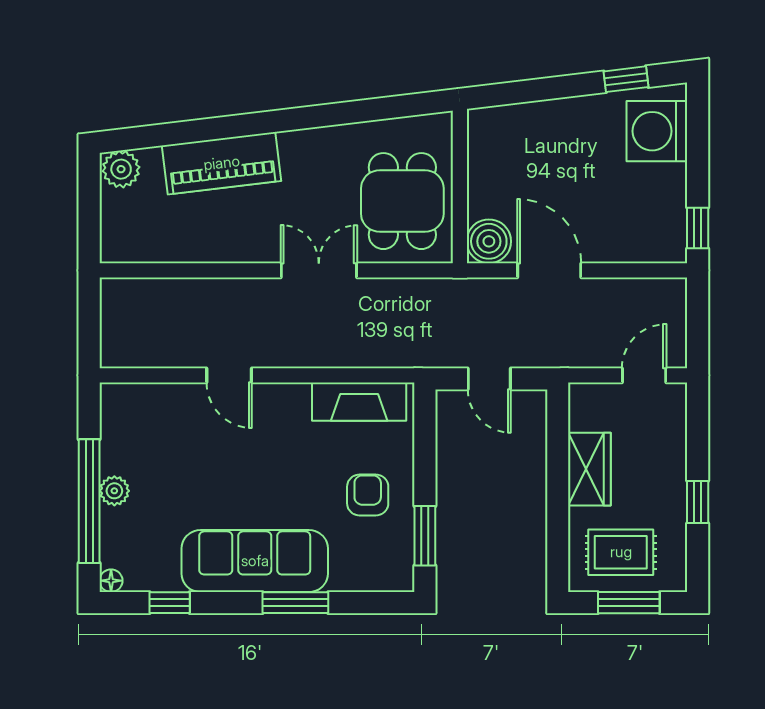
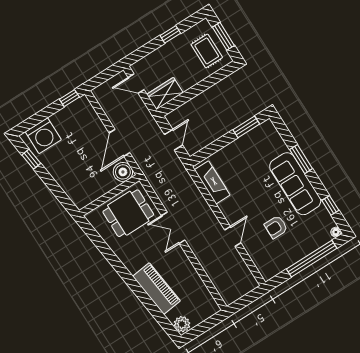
wardrobe: (589, 469) -> (165, 94), moved
plant: (114, 491) -> (302, 252), removed
armchair: (368, 495) -> (276, 227), moved

